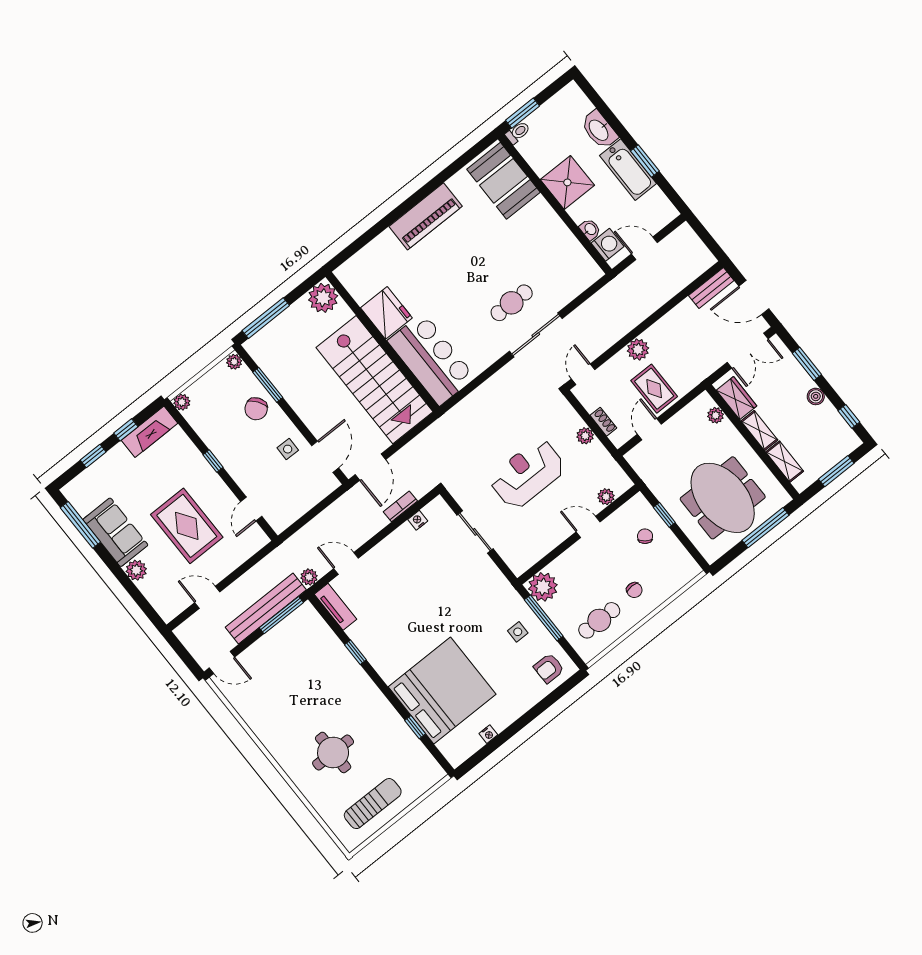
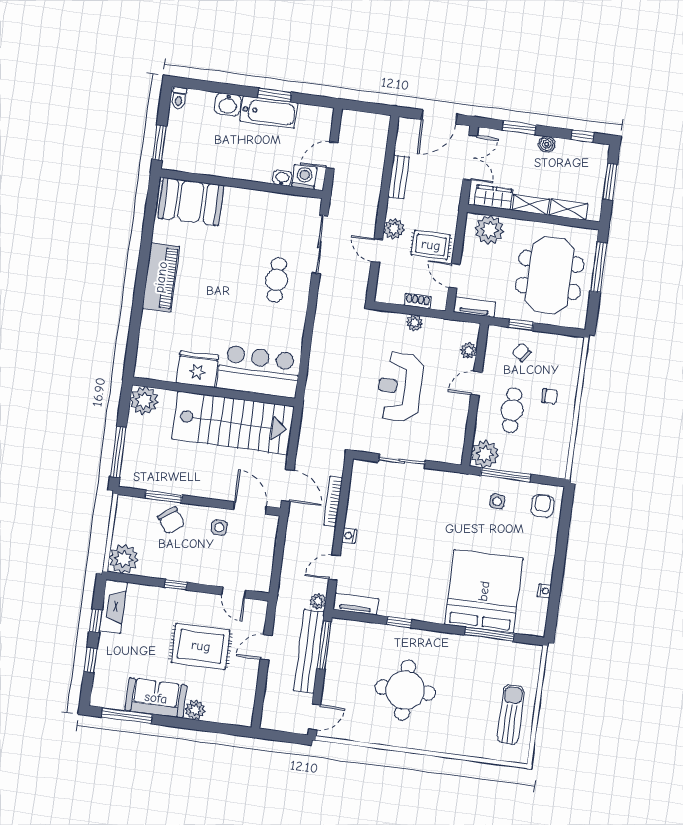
washbasin: (599, 130) -> (228, 104), width x0.72
toilet: (518, 133) -> (179, 98), moved, turned 180
shower: (567, 182) -> (236, 161), removed
bench: (711, 288) -> (399, 177), moved
sliding door: (536, 335) -> (320, 244), moved
plant: (234, 362) -> (125, 503), removed
door: (583, 374) -> (377, 251), moved
plant: (182, 402) -> (124, 559), width x1.87, depth x1.87
plant: (716, 415) -> (490, 230), width x1.87, depth x1.87
tv unit: (642, 468) -> (475, 307), added
meeting table: (723, 498) -> (550, 275), turned 90
bookcase: (400, 506) -> (333, 501), width x1.56
nightstand: (418, 520) -> (349, 536), moved
door: (207, 597) -> (266, 647), moved
cafe table: (599, 620) -> (512, 410), moved
armchair: (549, 668) -> (542, 506), turned 180
window: (415, 727) -> (490, 634), width x2.17
round table: (333, 752) -> (405, 690), moved, width x1.36, depth x1.36

